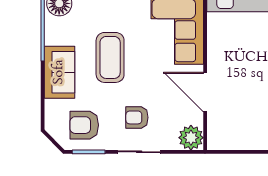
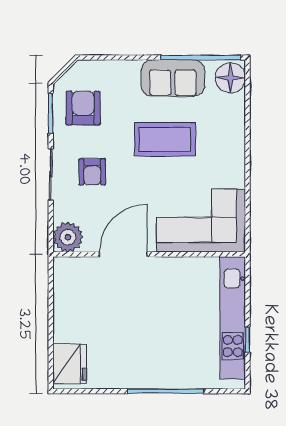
sofa: (59, 72) -> (173, 78), moved
armchair: (137, 117) -> (92, 172), turned 180

